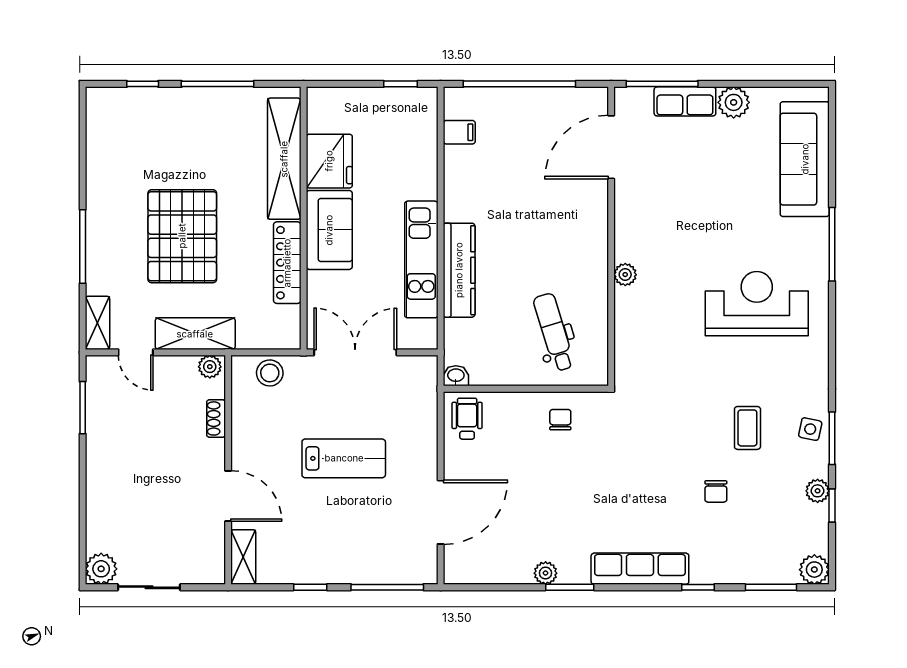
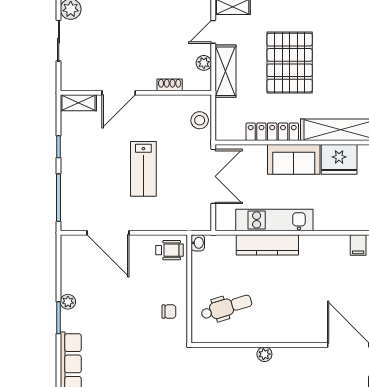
pallet: (182, 236) -> (290, 63), turned 90
plant: (210, 367) -> (204, 63), moved

